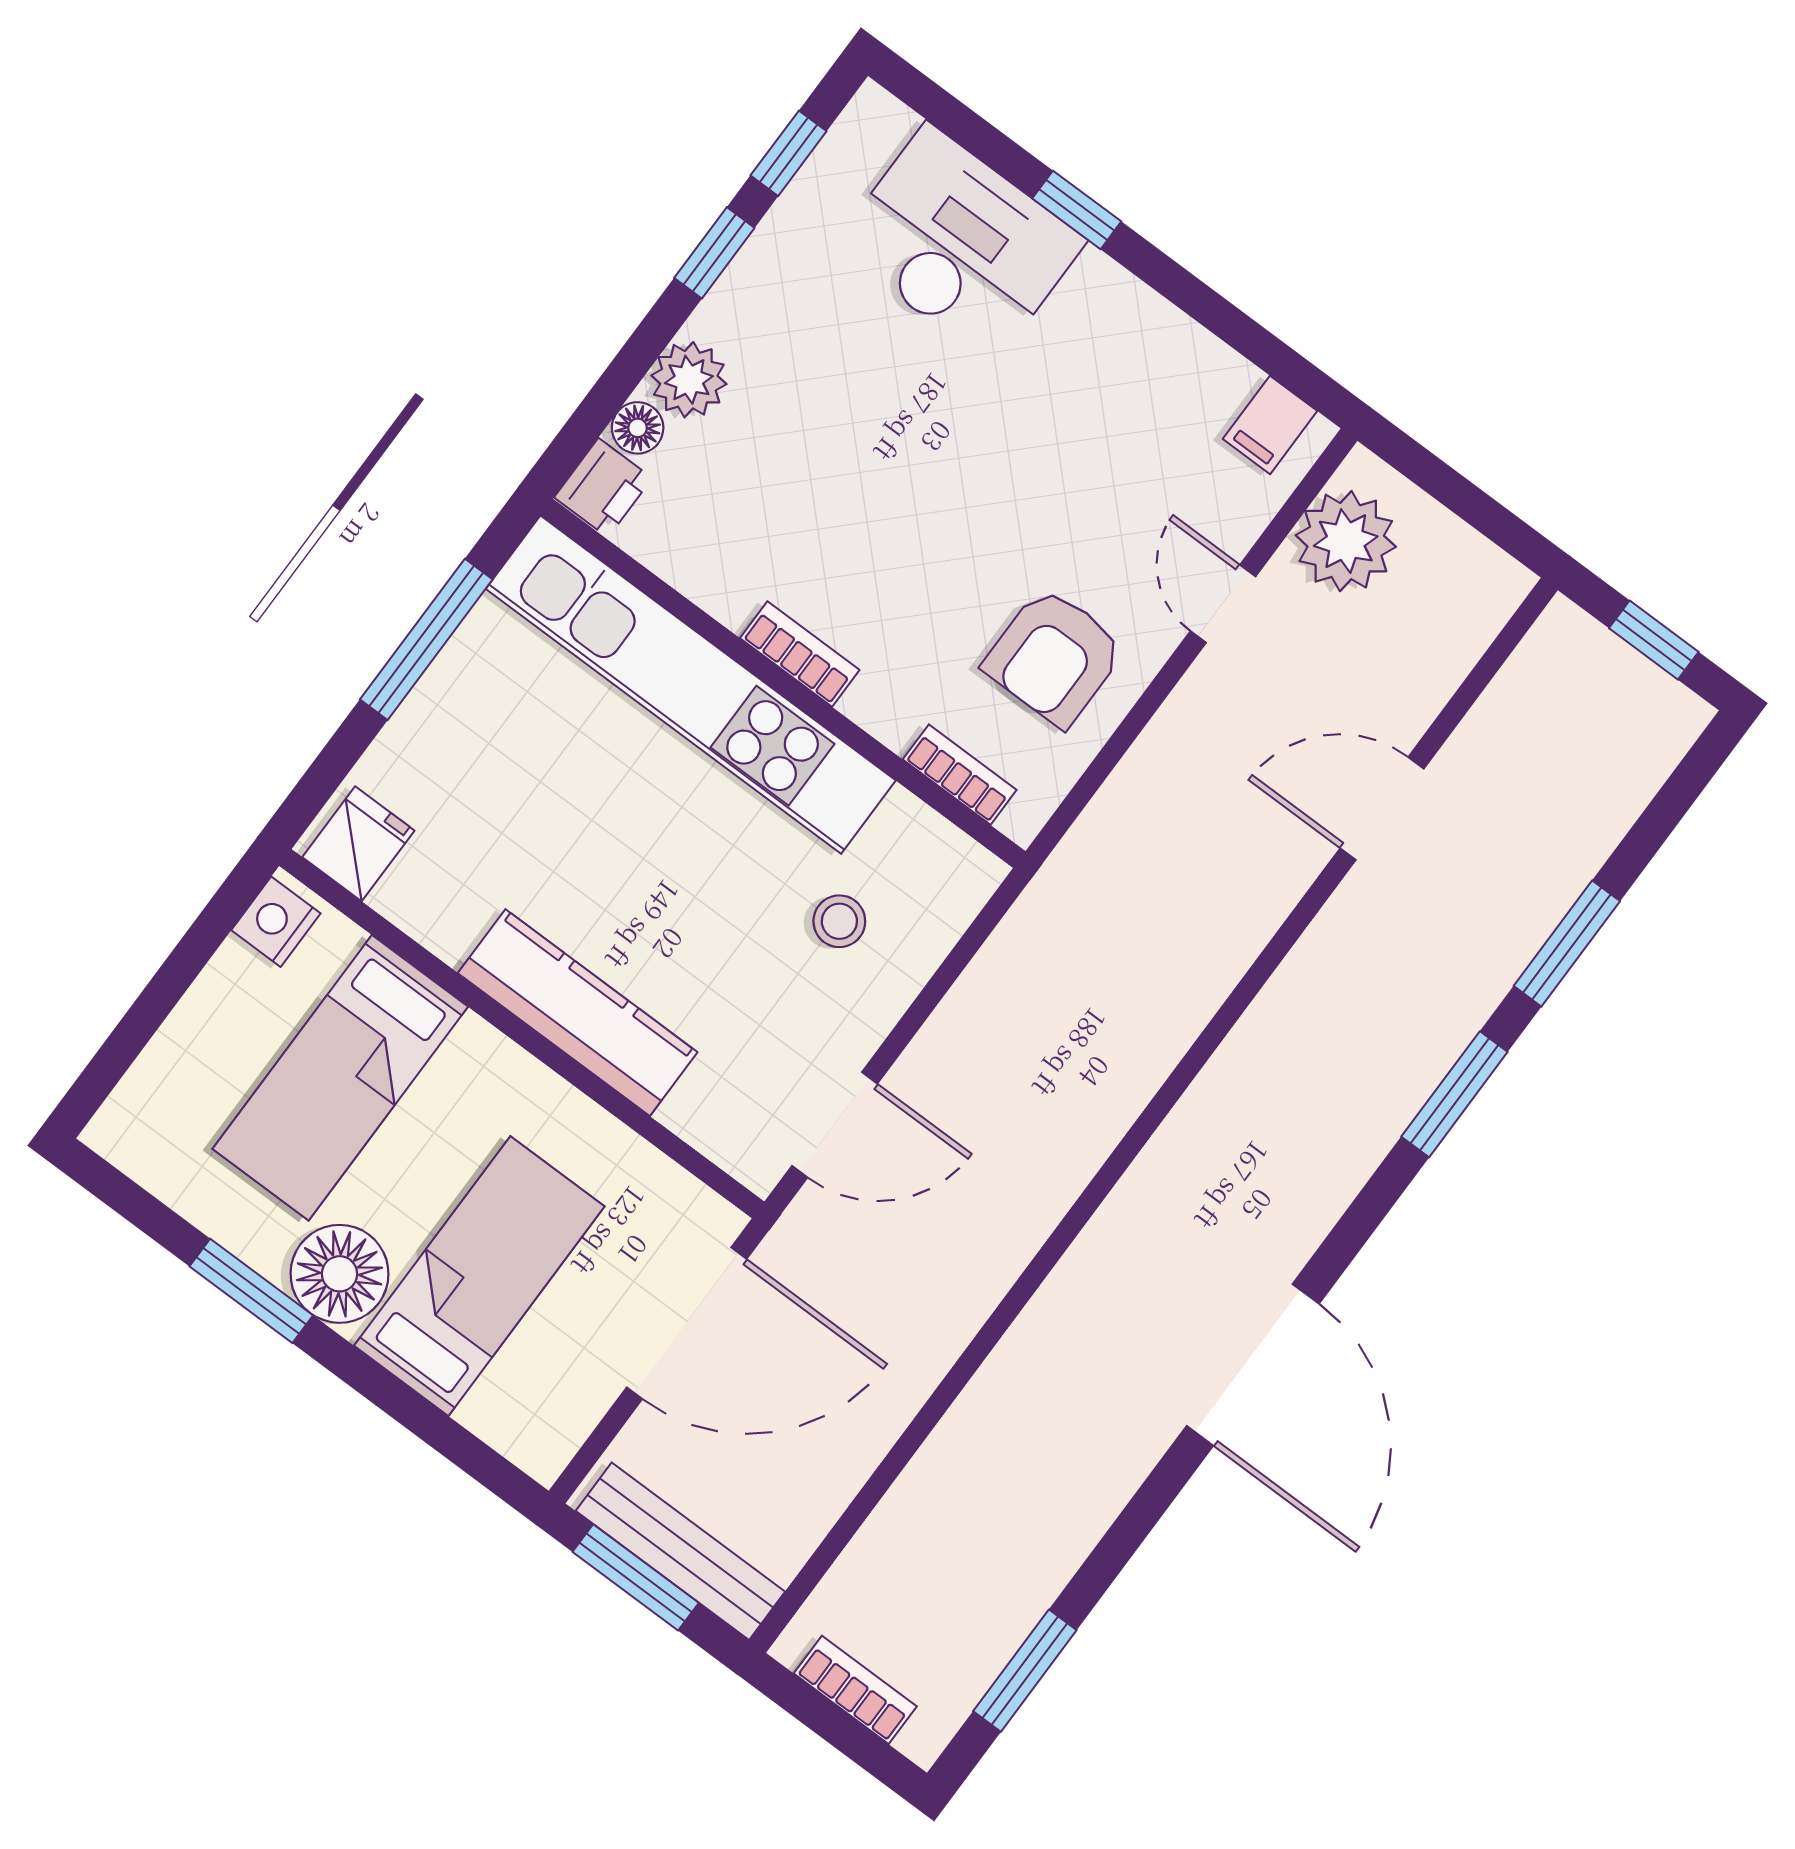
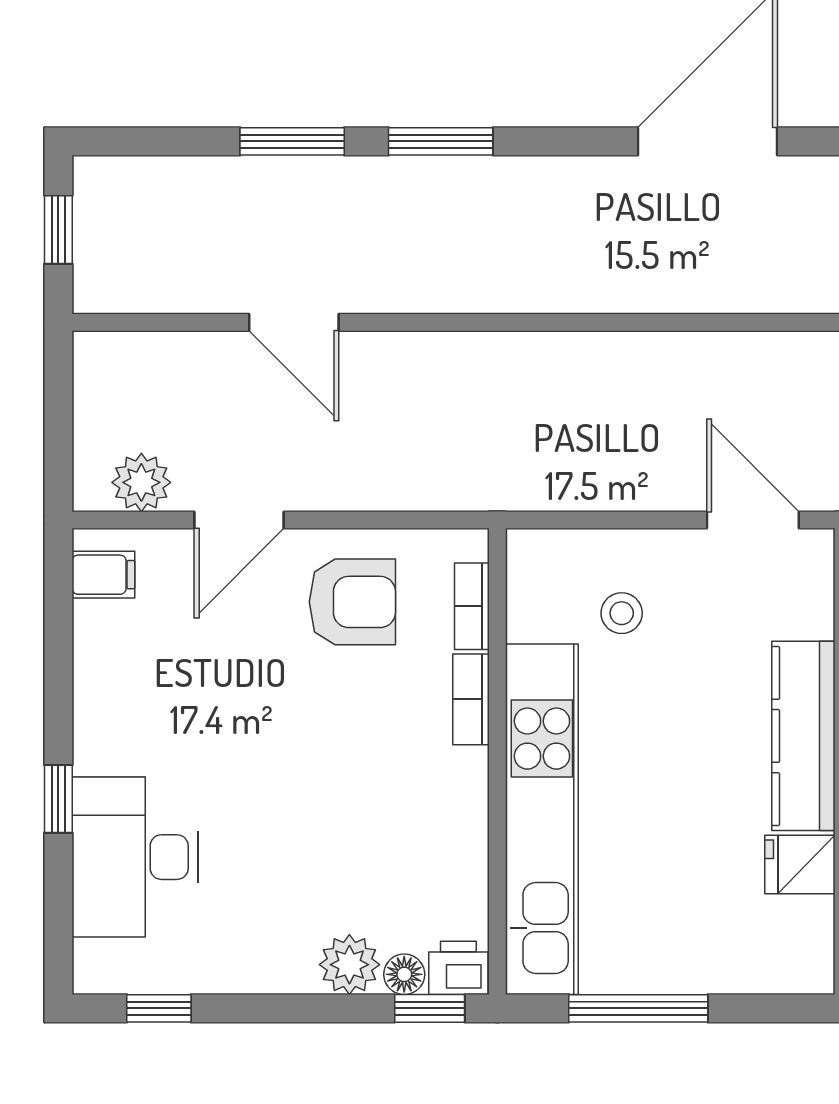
window: (714, 253) -> (430, 1008), moved
plant: (1346, 541) -> (141, 482), width x0.73, depth x0.73
door: (1223, 604) -> (239, 520), width x1.38
bookcase: (800, 654) -> (471, 699), moved
fridge: (358, 844) -> (800, 864), moved

